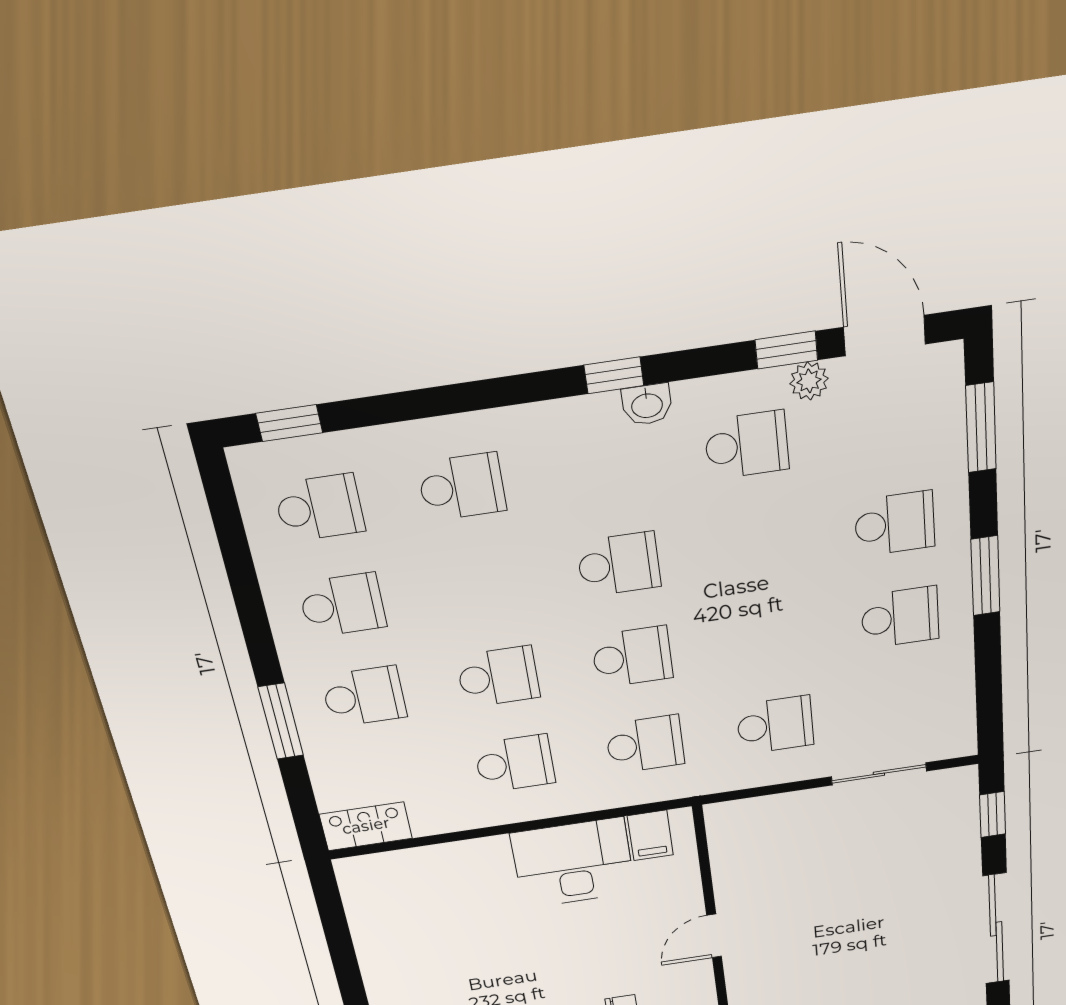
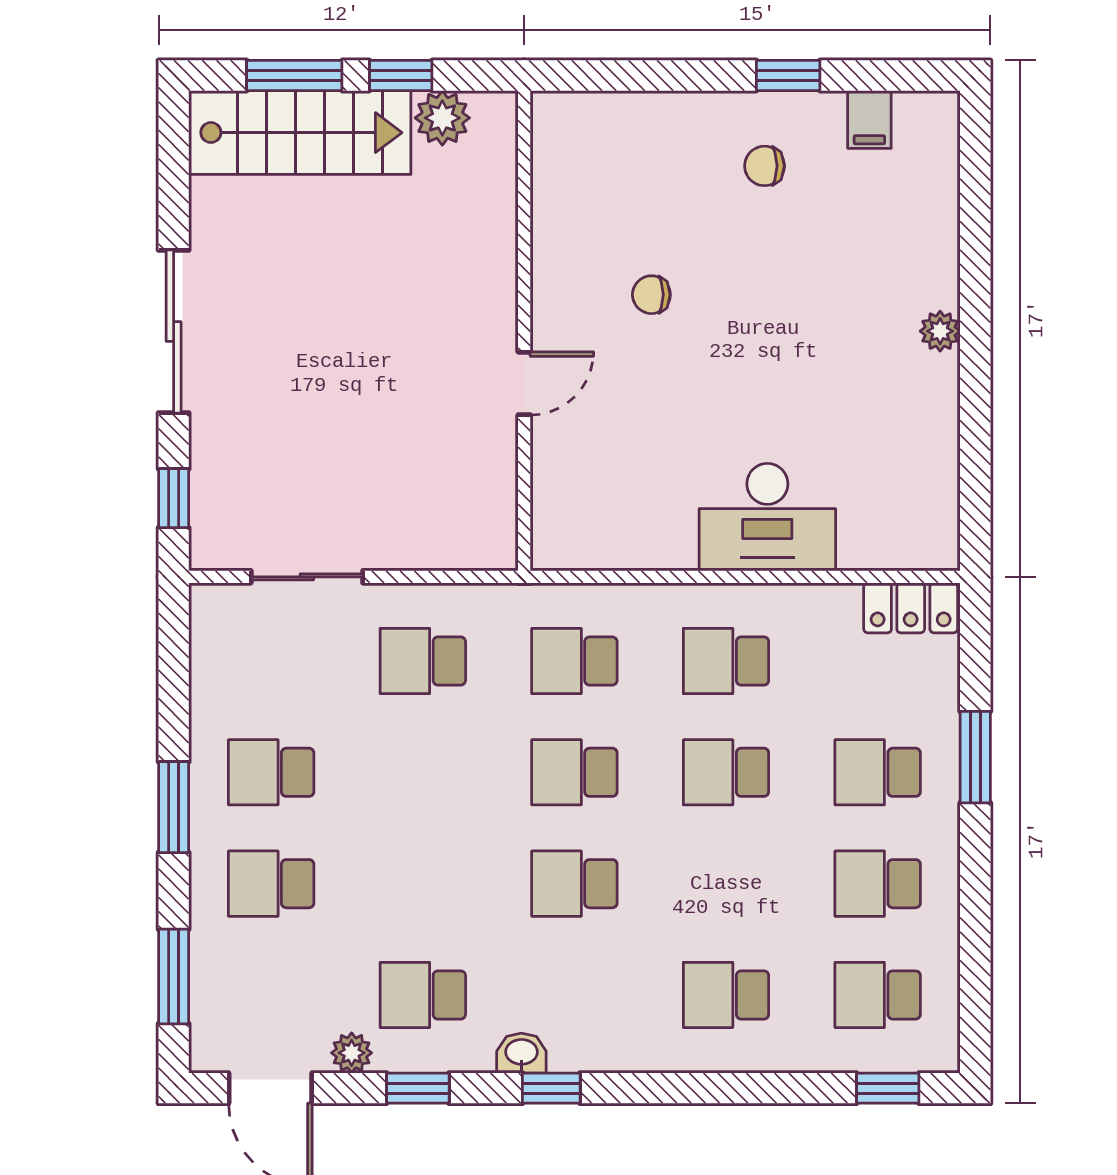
window: (786, 350) -> (418, 1088), moved
filing cabinet: (650, 835) -> (584, 539), removed
desk: (573, 863) -> (767, 517), moved

